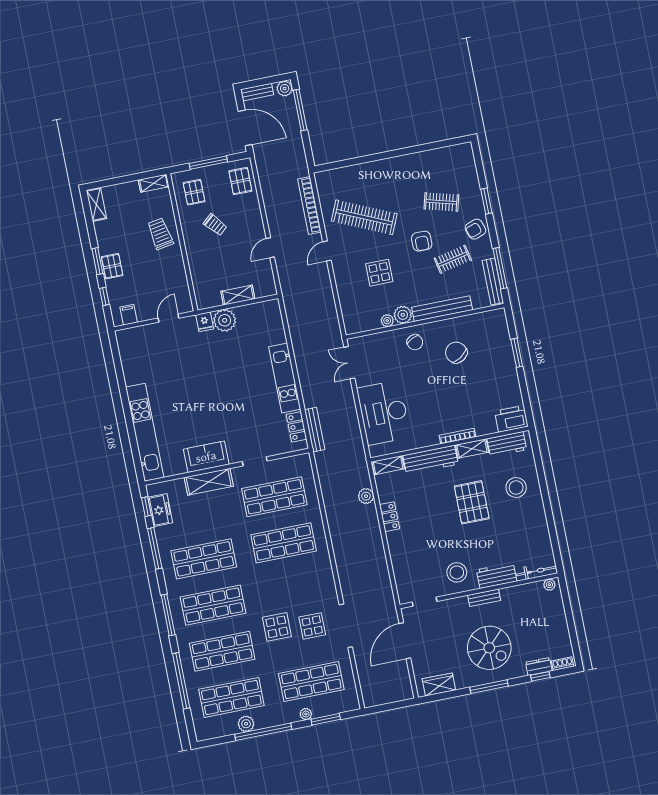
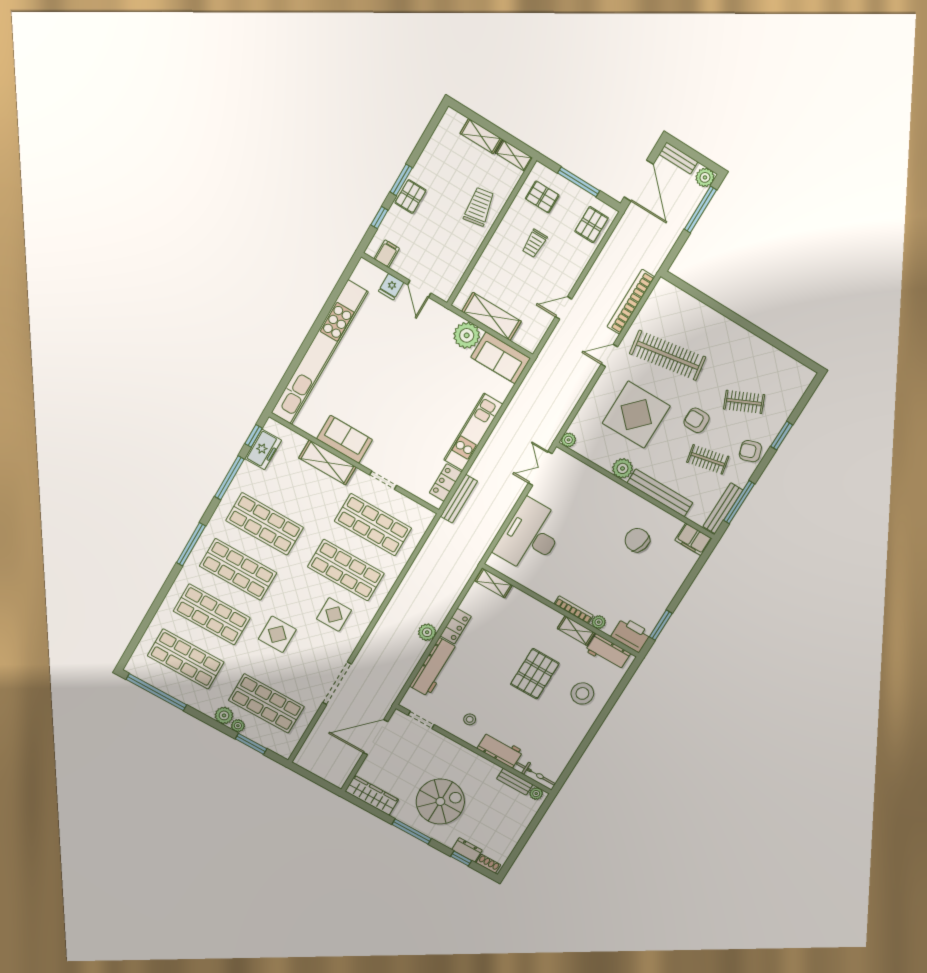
pallet: (194, 192) -> (542, 197), turned 90
clothes rail: (441, 202) -> (744, 402), turned -39
shelving: (96, 204) -> (481, 136), moved, turned 90
clothes rail: (364, 217) -> (668, 355), turned -33
trolley: (215, 225) -> (534, 243), turned 41
armchair: (422, 241) -> (697, 420), turned 90
display table: (379, 273) -> (636, 415), width x1.86, depth x1.86
shelving: (238, 295) -> (491, 316), width x1.50, depth x1.33
sofa: (259, 315) -> (501, 358), added
door: (169, 318) -> (419, 289), swing flipped
filing cabinet: (493, 319) -> (693, 539), added
plant: (387, 321) -> (568, 440), moved
fridge: (205, 322) -> (391, 287), moved
chair: (415, 342) -> (611, 501), removed
chair: (456, 353) -> (637, 540), turned -41
window: (517, 353) -> (661, 625), moved
plant: (482, 430) -> (599, 622), added
kitchen unit: (145, 432) -> (319, 353), width x1.36
workbench: (431, 460) -> (434, 667), moved, turned -90
plant: (366, 496) -> (427, 632), moved
stool: (457, 572) -> (470, 719), width x0.53, depth x0.53
bench: (484, 598) -> (515, 782), moved
display table: (312, 626) -> (334, 614), moved
spiral stairs: (489, 648) -> (440, 801), turned -90
window: (181, 681) -> (154, 609), removed
wardrobe: (439, 684) -> (372, 795), width x1.50
plant: (246, 724) -> (224, 715), moved
window: (263, 732) -> (156, 692), moved

